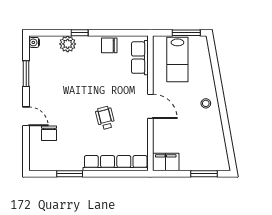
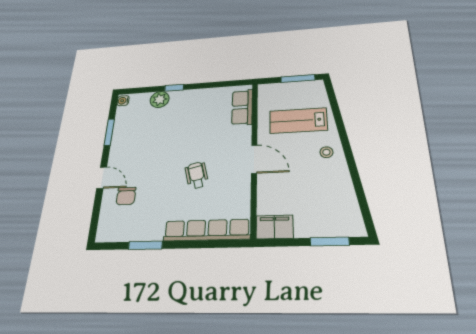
chair: (109, 45) -> (207, 98), removed
lab bench: (177, 59) -> (298, 121), moved, turned 90

